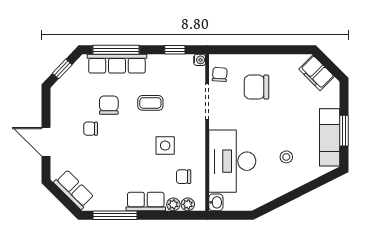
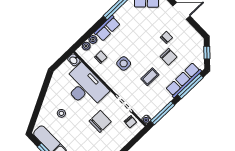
window: (175, 50) -> (163, 113), width x2.17
chair: (256, 87) -> (100, 121), moved

